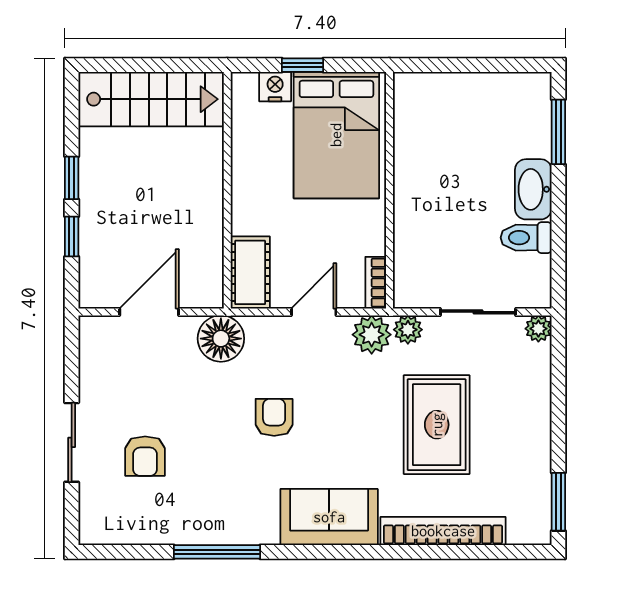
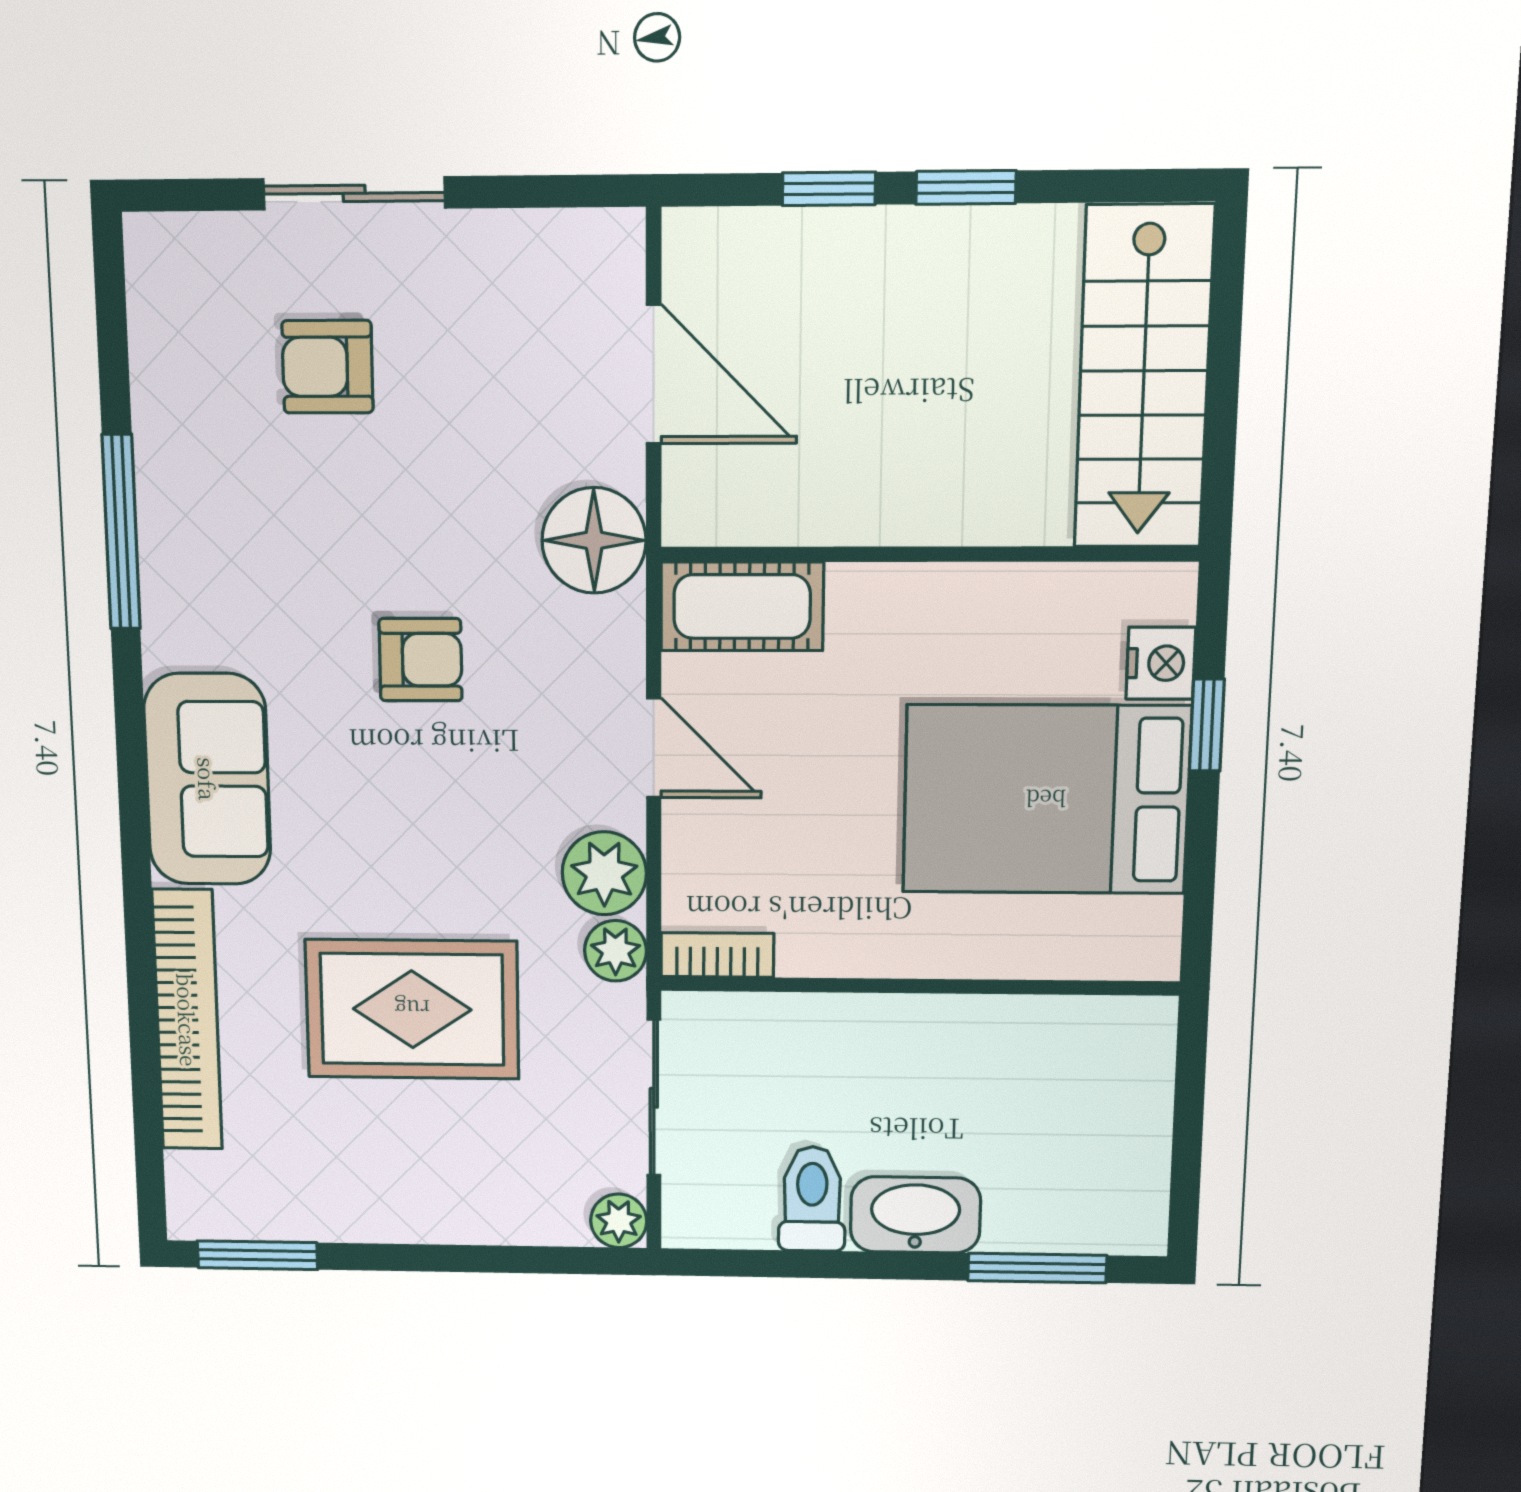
wall: (389, 190) -> (919, 986), moved
bookcase: (376, 283) -> (717, 955), moved

